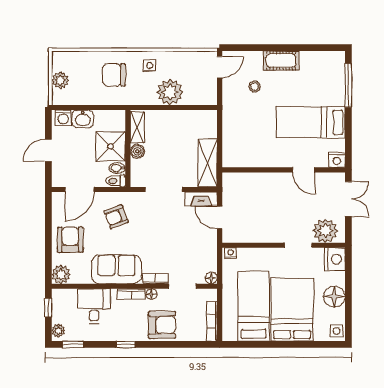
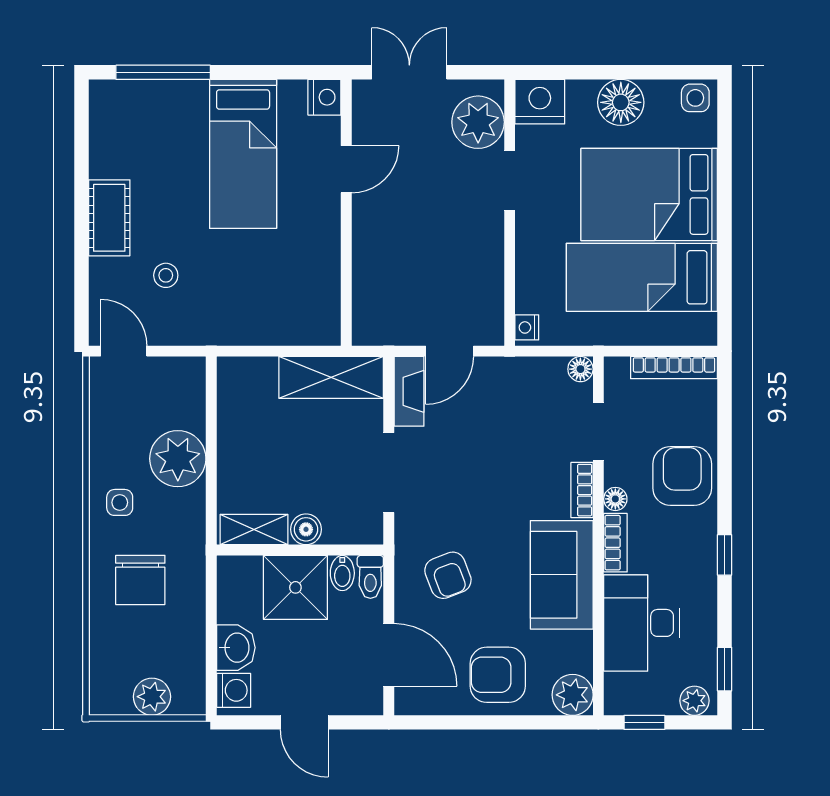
desk: (94, 306) -> (642, 623), width x1.37

